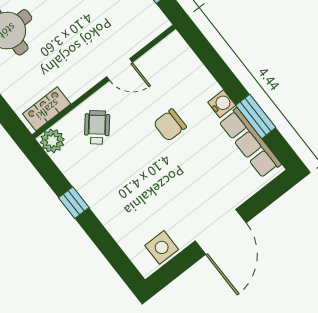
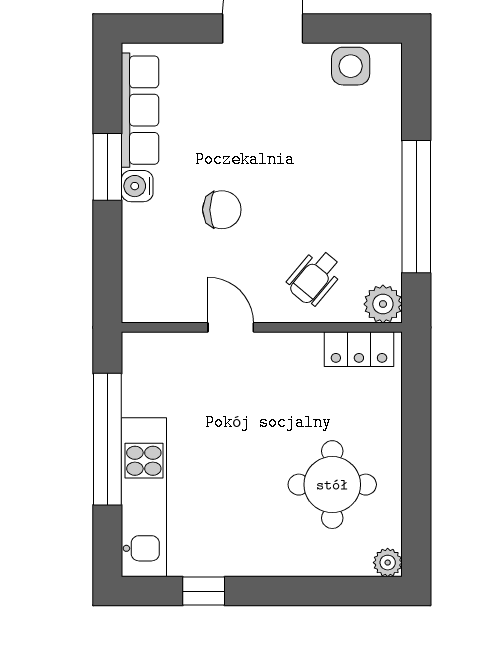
window: (256, 116) -> (107, 167), moved
window: (74, 203) -> (416, 207), width x3.17

